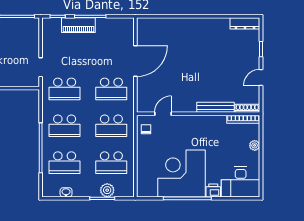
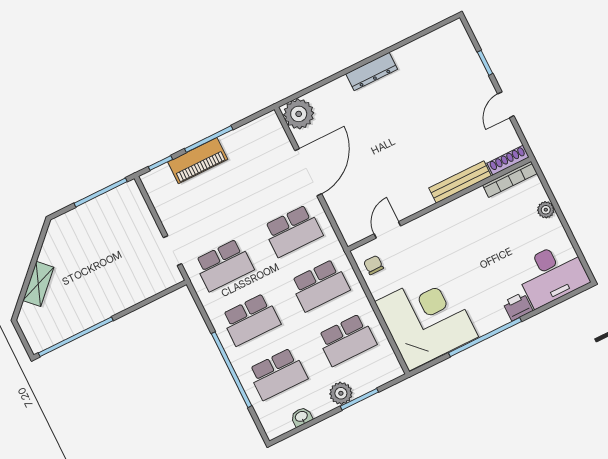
dresser: (245, 23) -> (372, 72), moved
plant: (146, 27) -> (299, 114), added
corner desk: (181, 173) -> (427, 319), moved, turned 90
plant: (107, 190) -> (341, 393), moved

